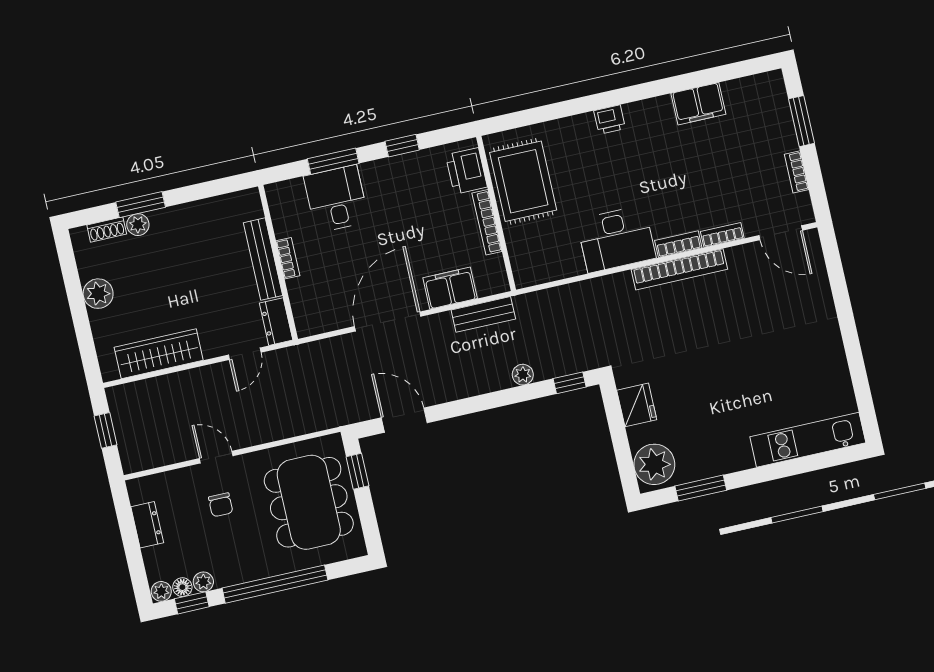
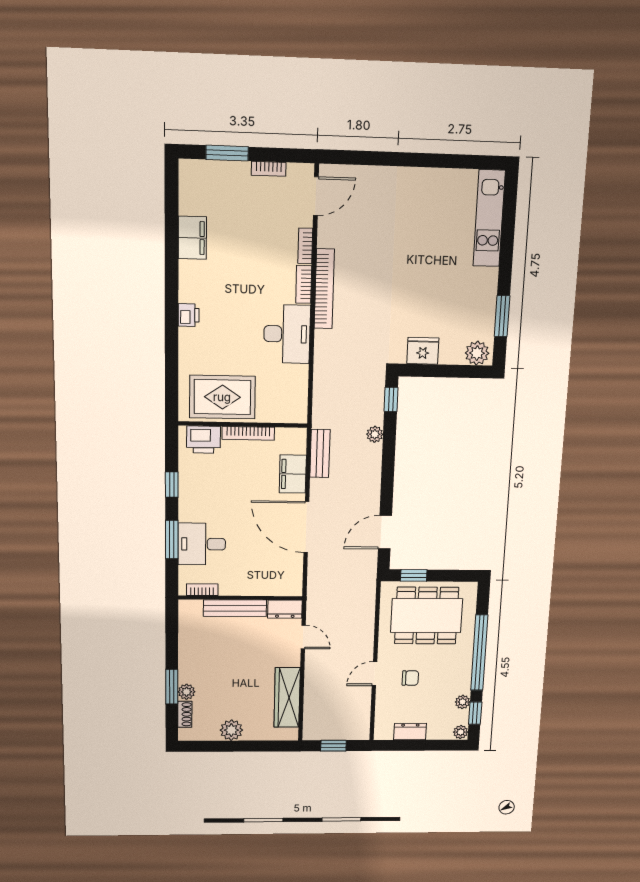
bookcase: (288, 258) -> (202, 590), moved
plant: (654, 464) -> (477, 353), width x0.73, depth x0.73
floor lamp: (182, 587) -> (462, 717), removed

